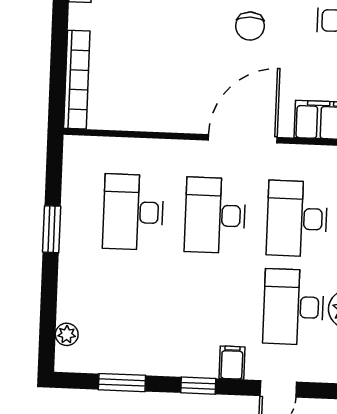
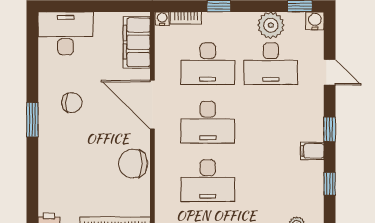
chair: (161, 108) -> (133, 164), added
filing cabinet: (232, 363) -> (312, 151), moved
window: (122, 383) -> (330, 184), width x0.67

